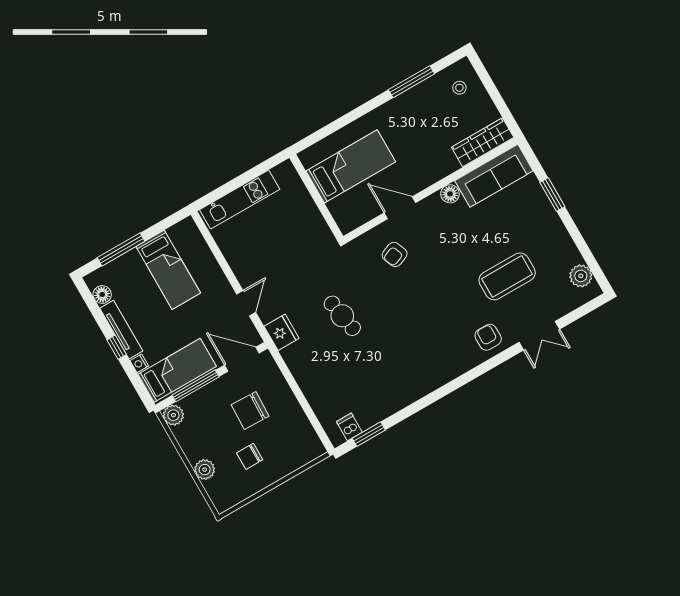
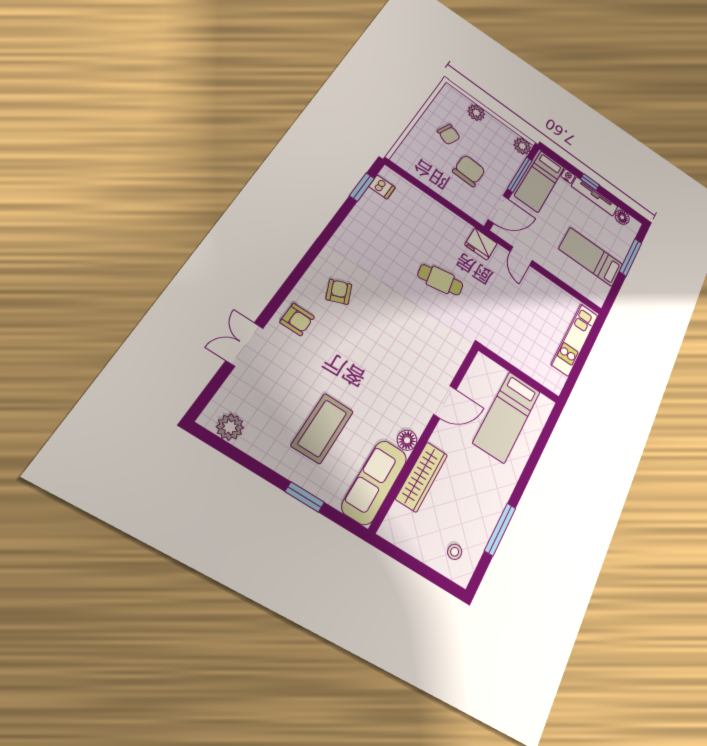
wardrobe: (483, 142) -> (422, 477), moved
armchair: (395, 254) -> (339, 292), moved
coffee table: (507, 276) -> (322, 428), moved
chair: (250, 456) -> (449, 134), turned 113

